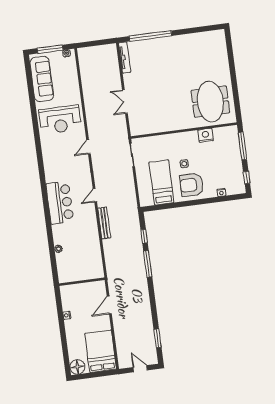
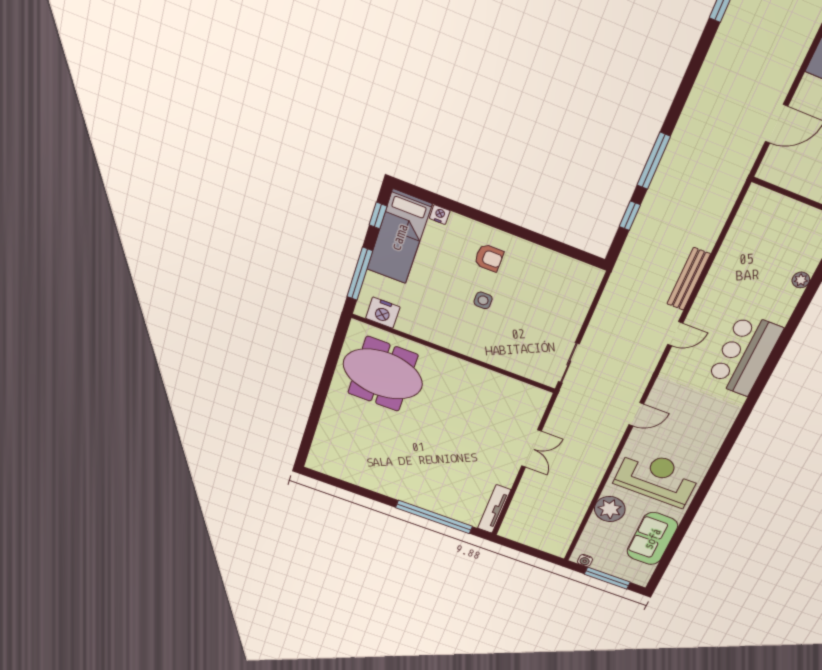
sofa: (42, 79) -> (652, 539), width x0.73
plant: (72, 90) -> (610, 509), added
meeting table: (210, 102) -> (383, 374), turned 90
nightstand: (206, 135) -> (383, 313), moved
bed: (161, 182) -> (399, 237), moved
armchair: (192, 185) -> (489, 258), width x0.53, depth x0.53

